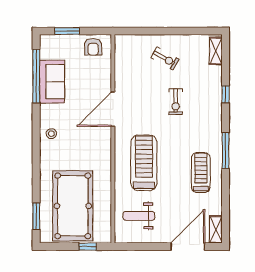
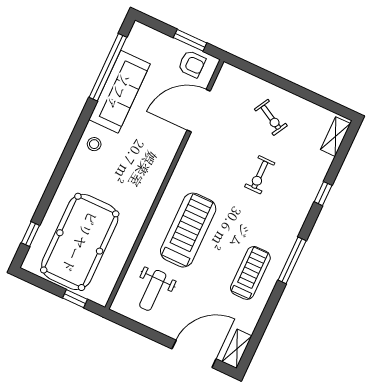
window: (67, 31) -> (190, 40), moved
armchair: (93, 47) -> (192, 64), turned -90
sofa: (52, 82) -> (119, 92), width x1.36
door: (113, 109) -> (199, 111), moved
window: (36, 216) -> (30, 234), width x0.67
weight bench: (139, 216) -> (153, 290), turned -90

